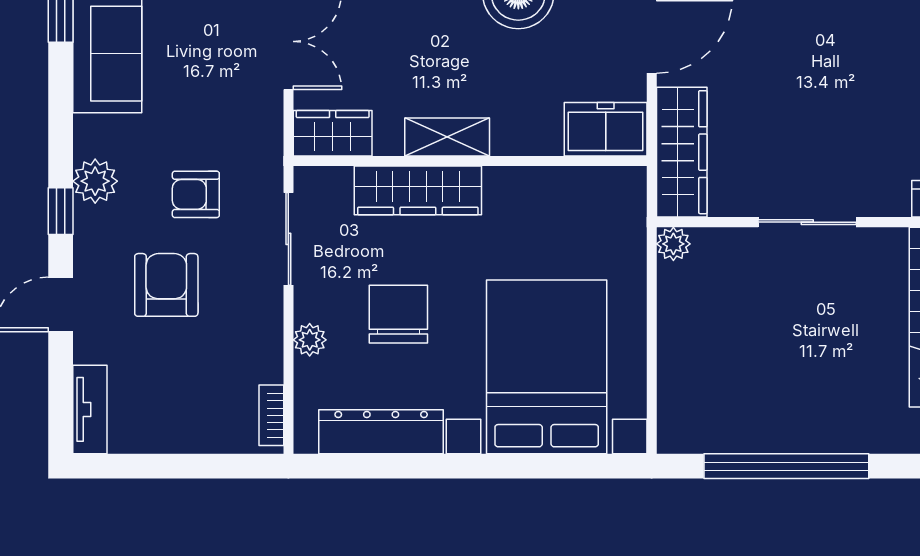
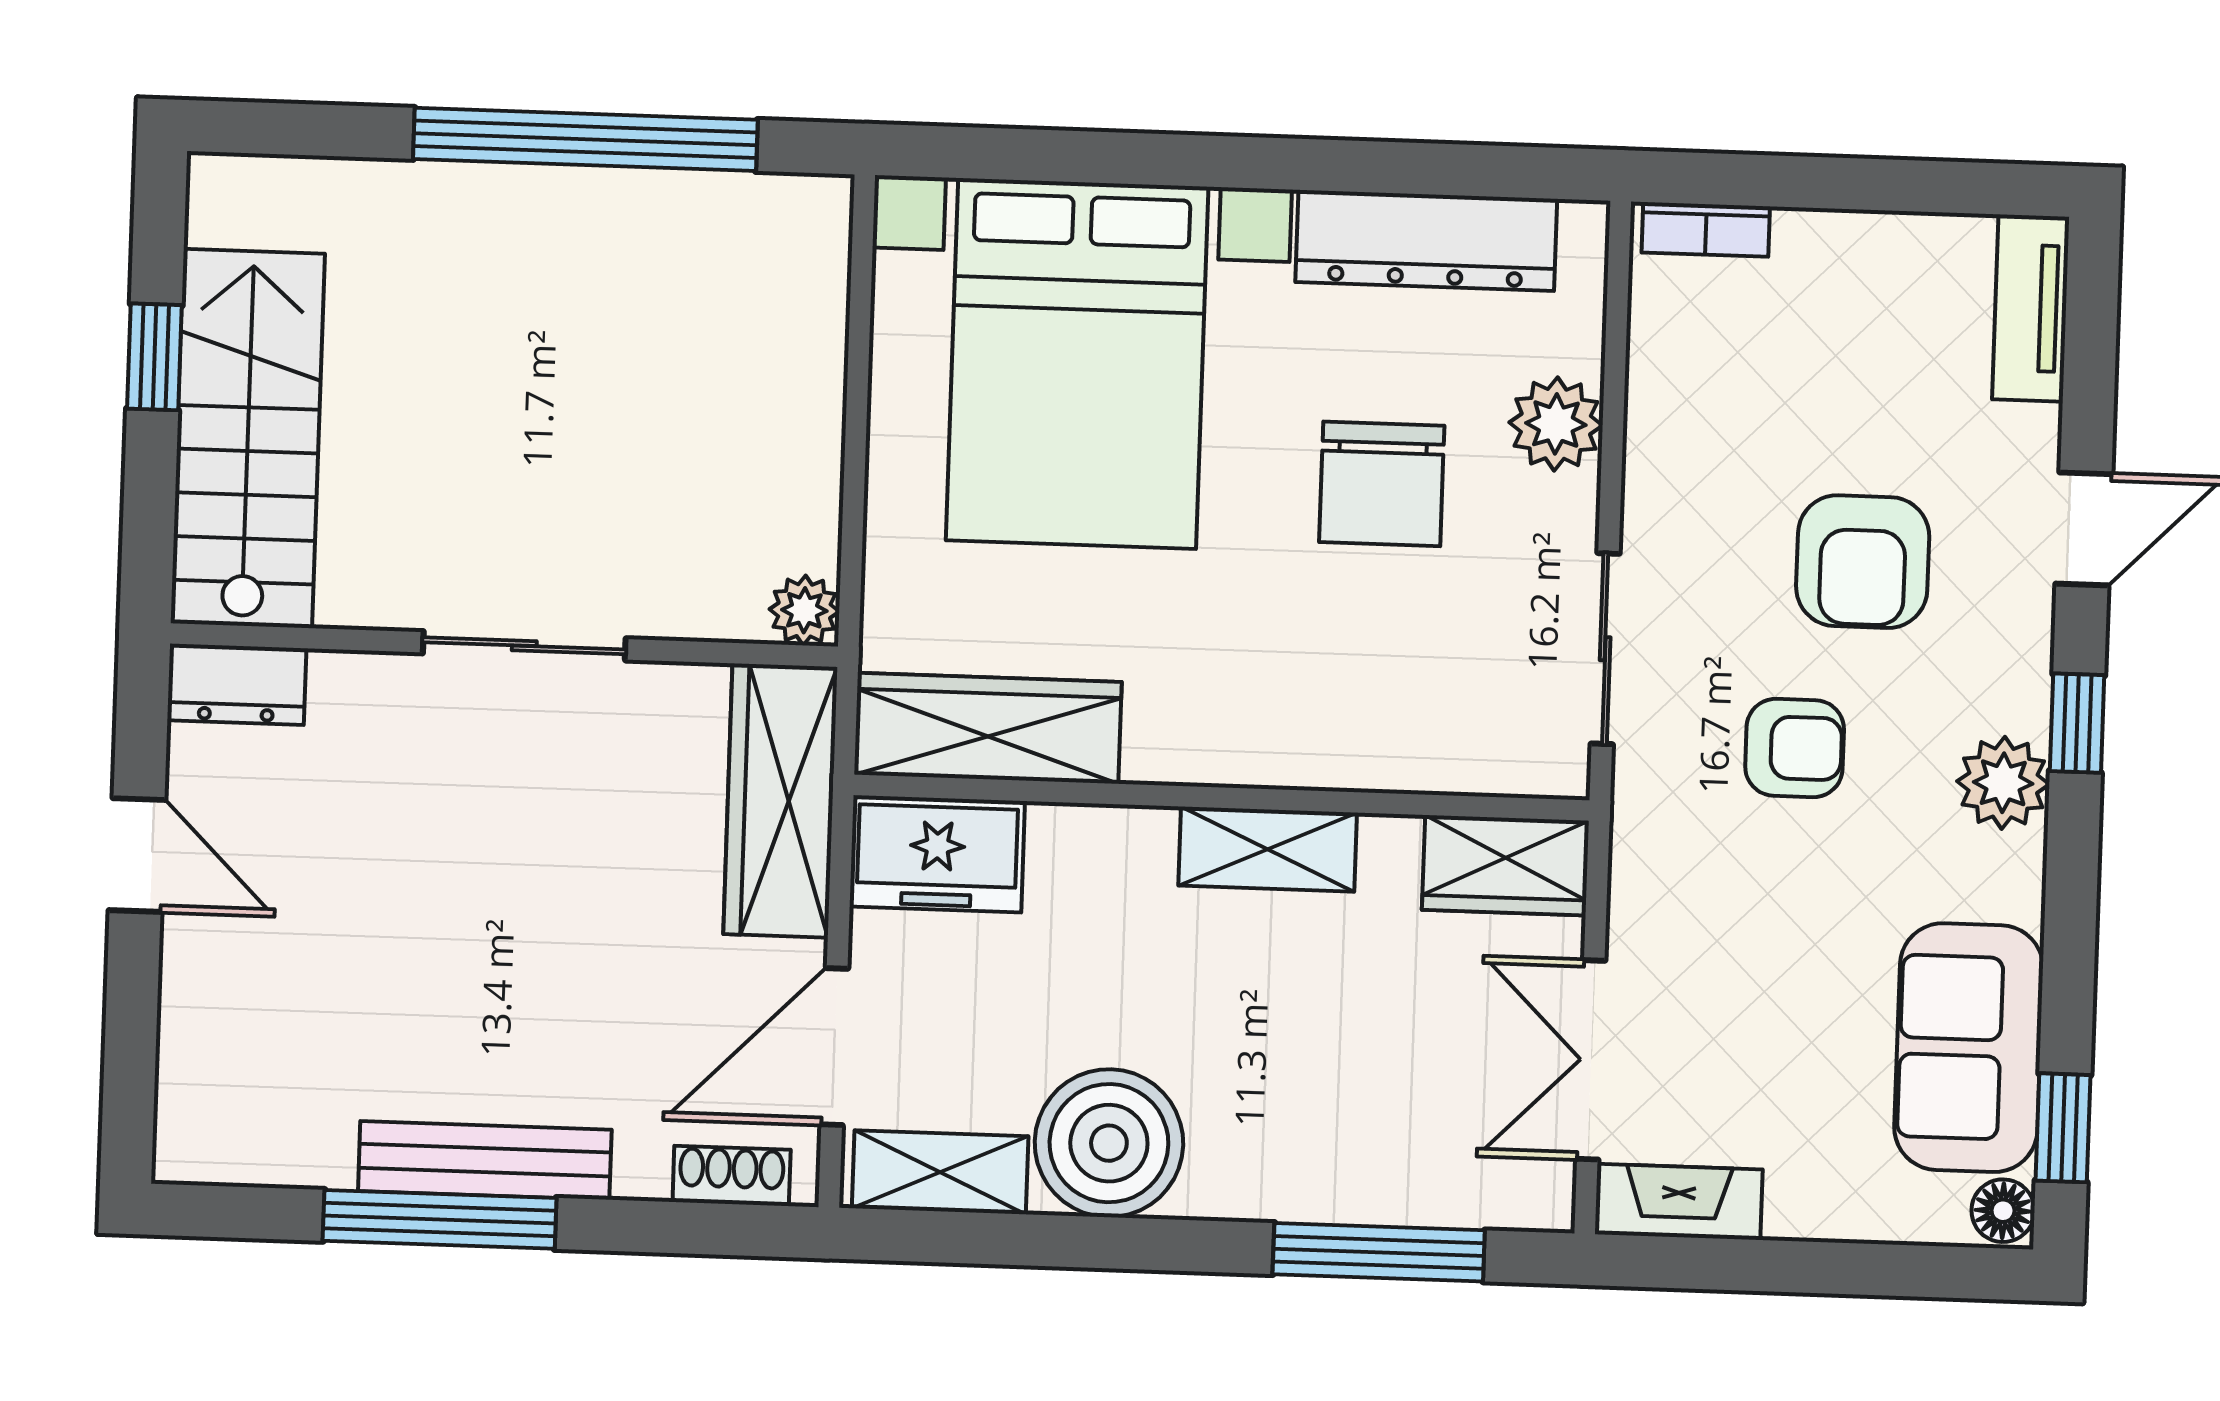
wardrobe: (418, 190) -> (988, 728), moved
plant: (310, 340) -> (1556, 424), width x1.38, depth x1.38
bookcase: (271, 415) -> (1706, 229), moved, turned 90

